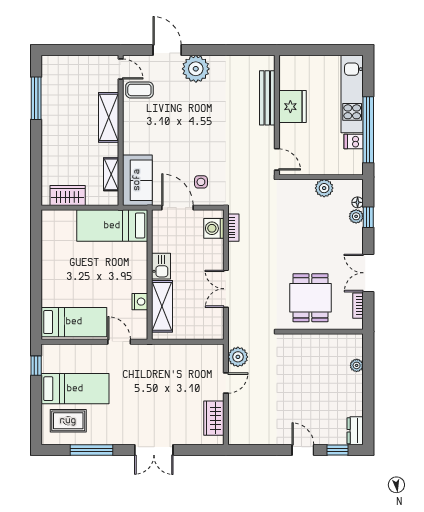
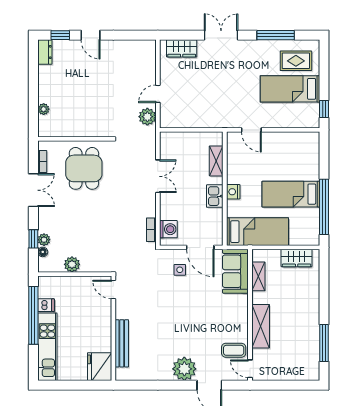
fridge: (293, 107) -> (100, 367), moved
window: (36, 254) -> (324, 207), added
nightstand: (140, 302) -> (233, 192), moved
shelving: (162, 306) -> (216, 161), width x0.67, depth x0.75
bed: (74, 322) -> (291, 194), moved
wardrobe: (214, 418) -> (182, 48), moved, turned 90

